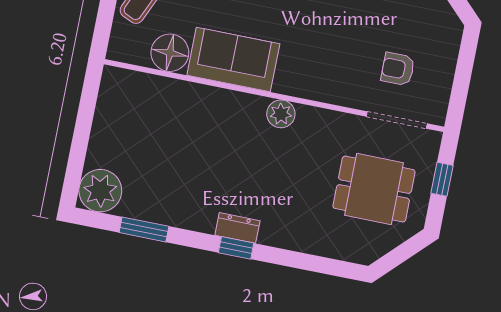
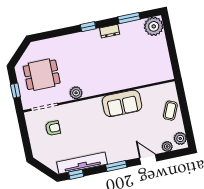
floor lamp: (170, 53) -> (149, 95), removed
plant: (281, 114) -> (76, 93), moved
dresser: (237, 228) -> (110, 31), moved

